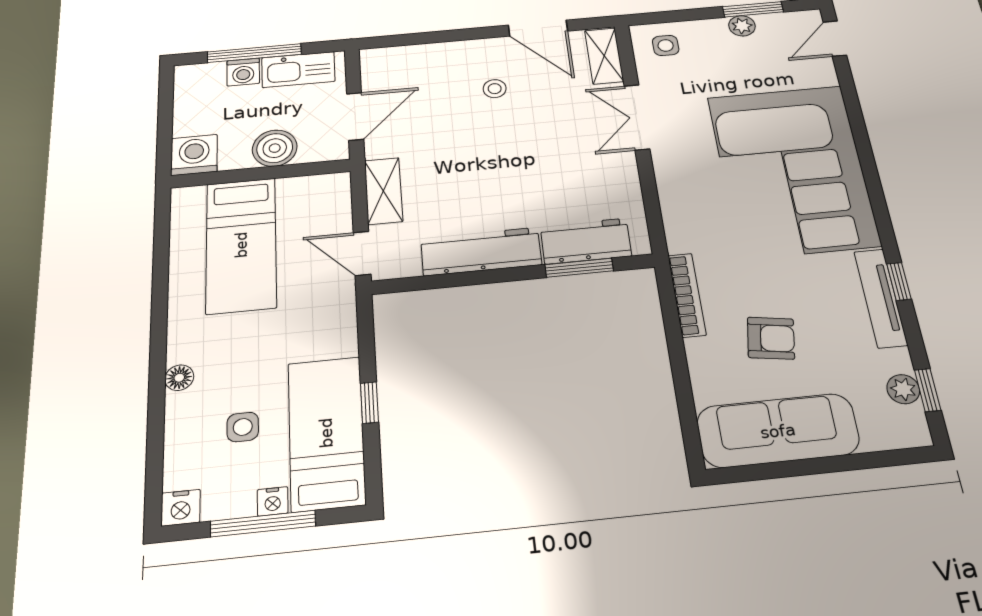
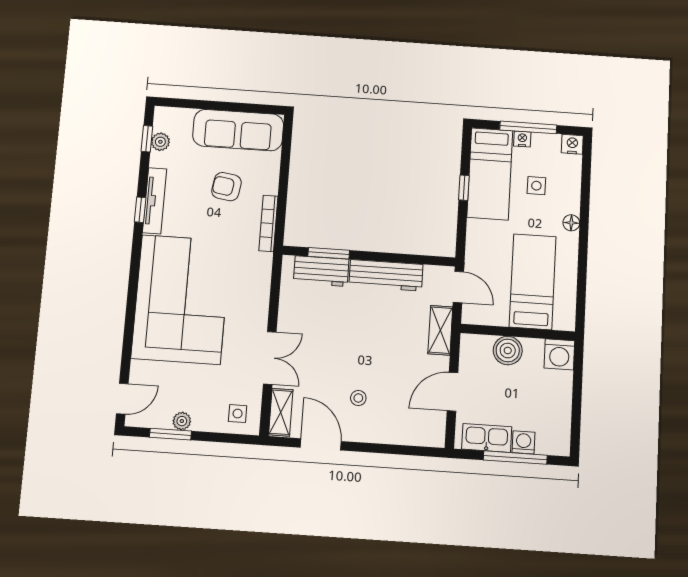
boiler: (275, 148) -> (508, 351), moved
washing machine: (194, 155) -> (559, 354), moved
wall: (261, 174) -> (518, 332), moved
bed: (241, 245) -> (533, 282), moved

